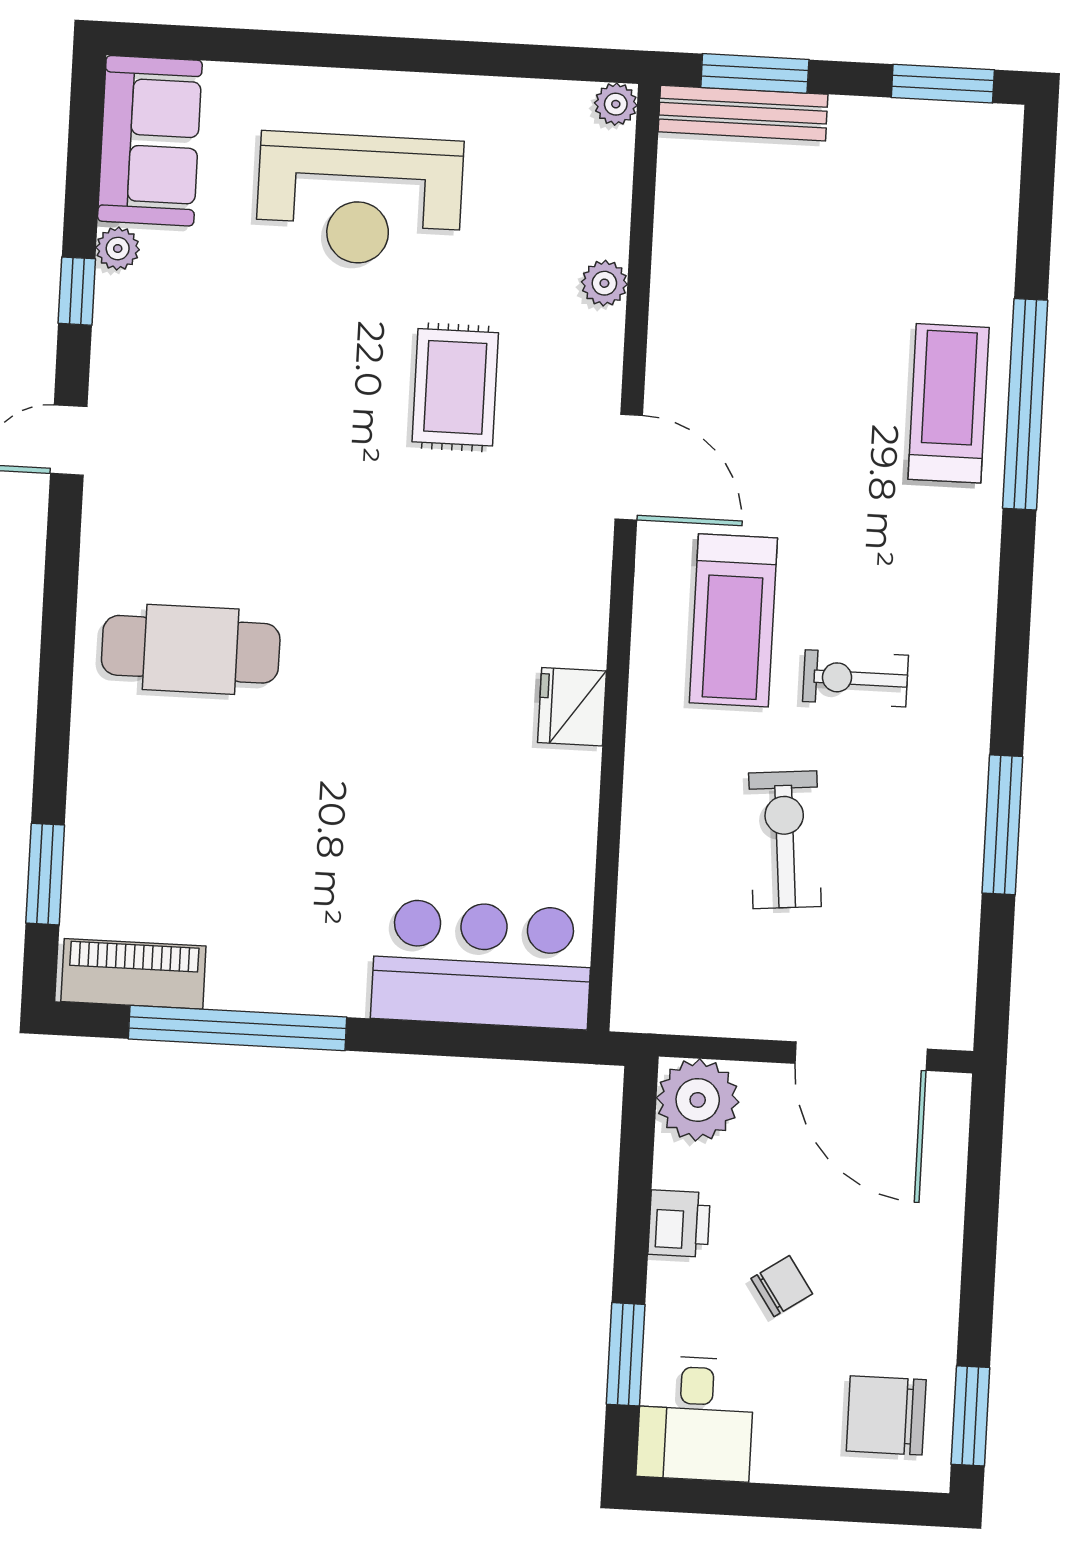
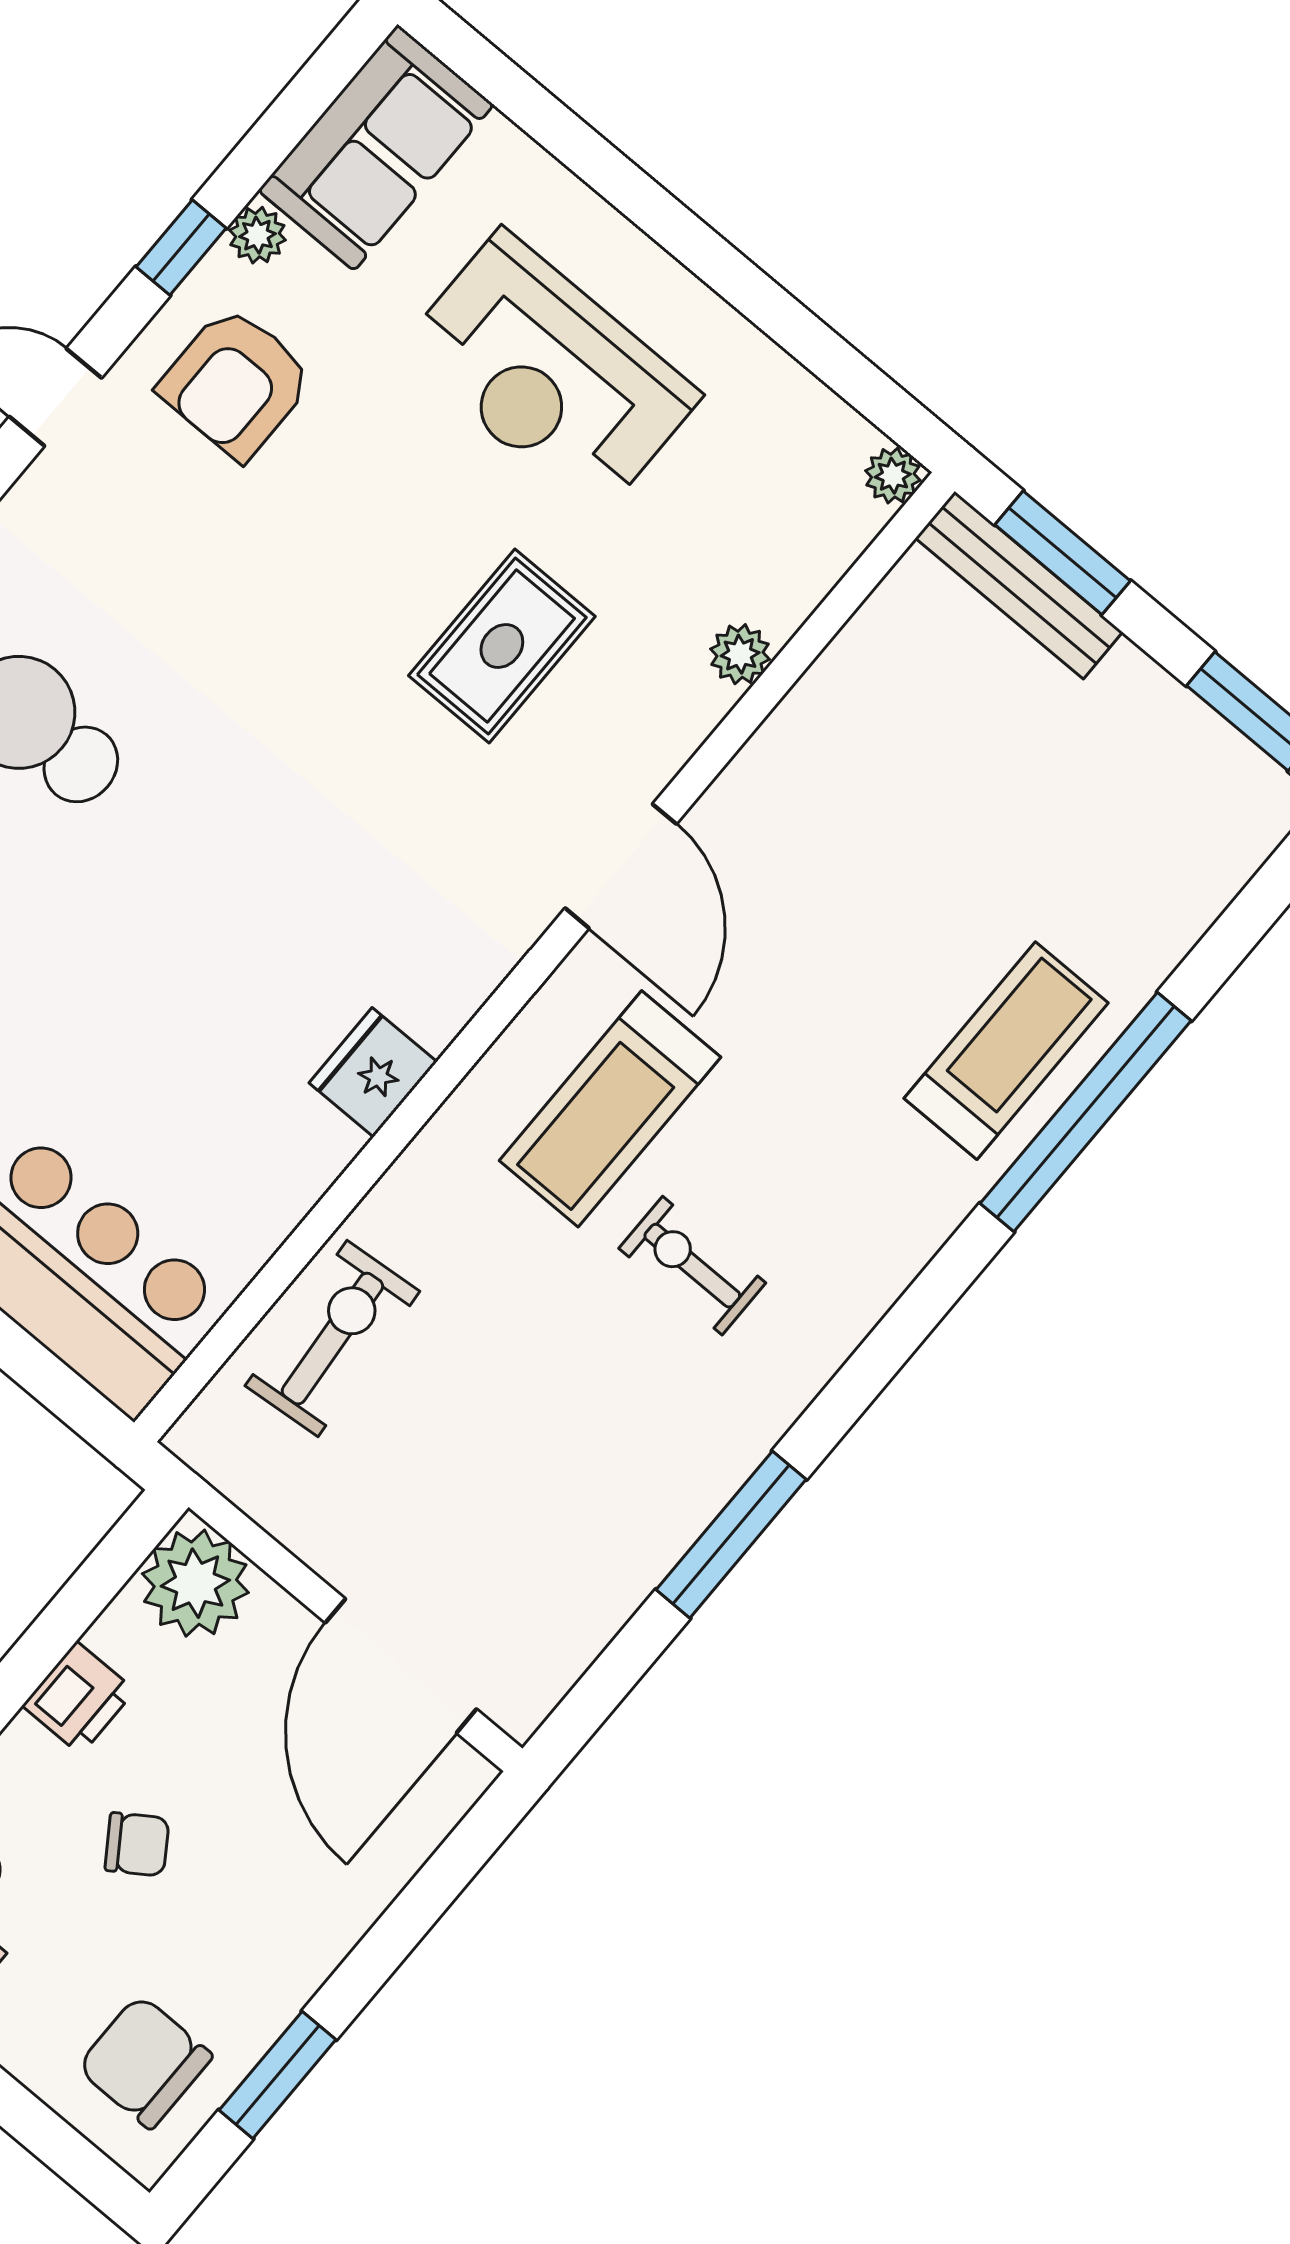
armchair: (172, 349) -> (236, 383), added
exercise bike: (785, 840) -> (332, 1339), moved
window: (970, 1416) -> (278, 2075), moved

